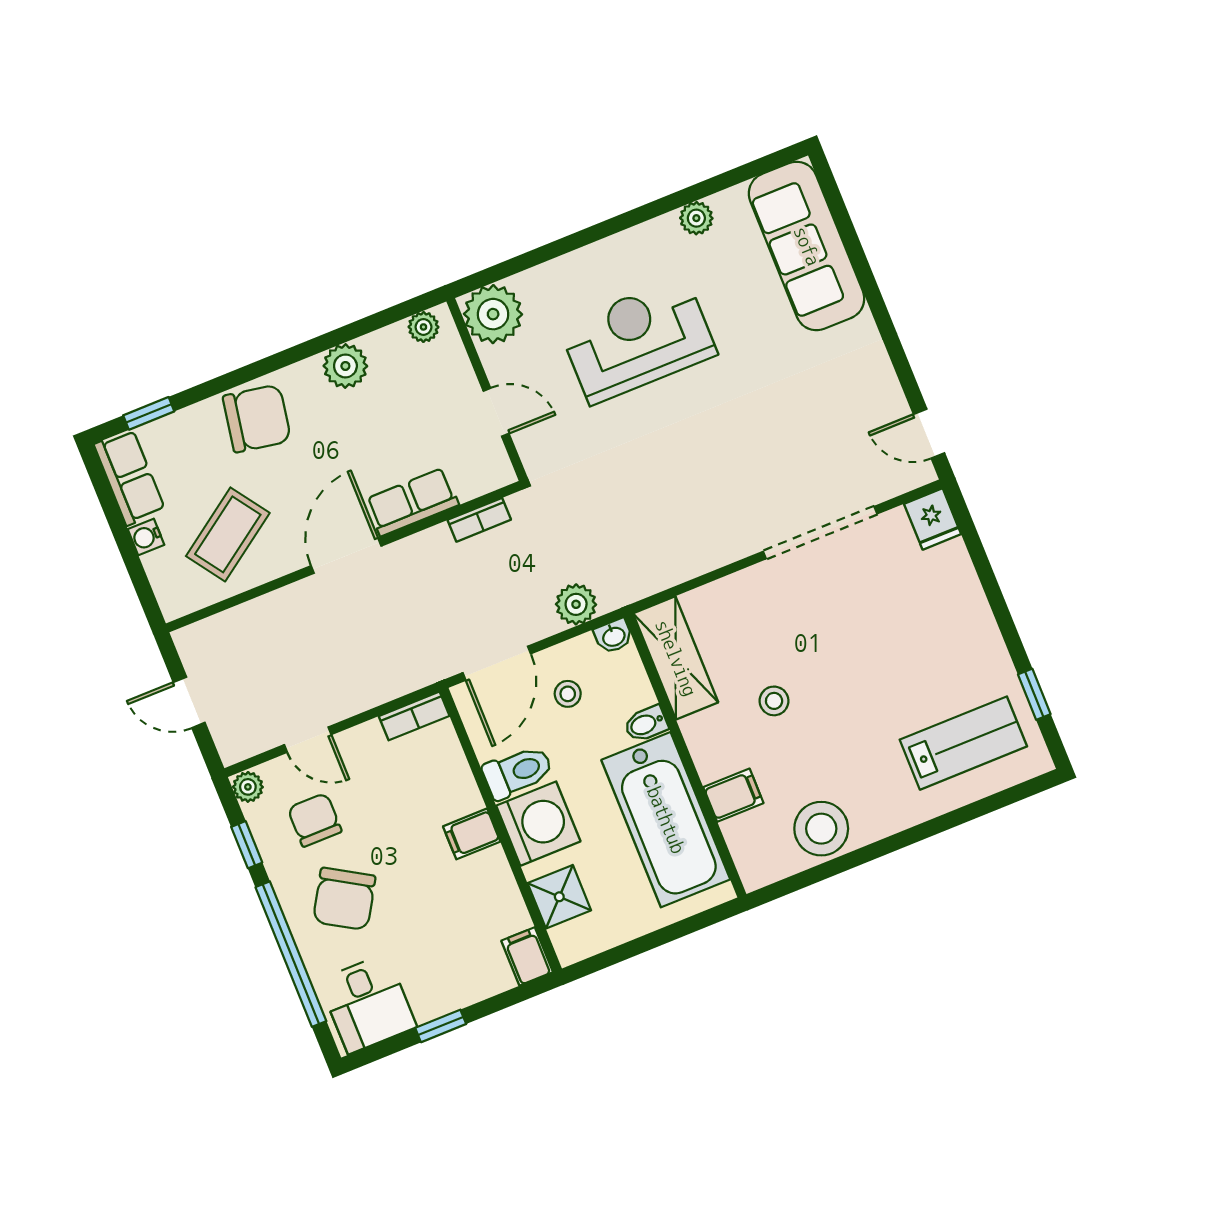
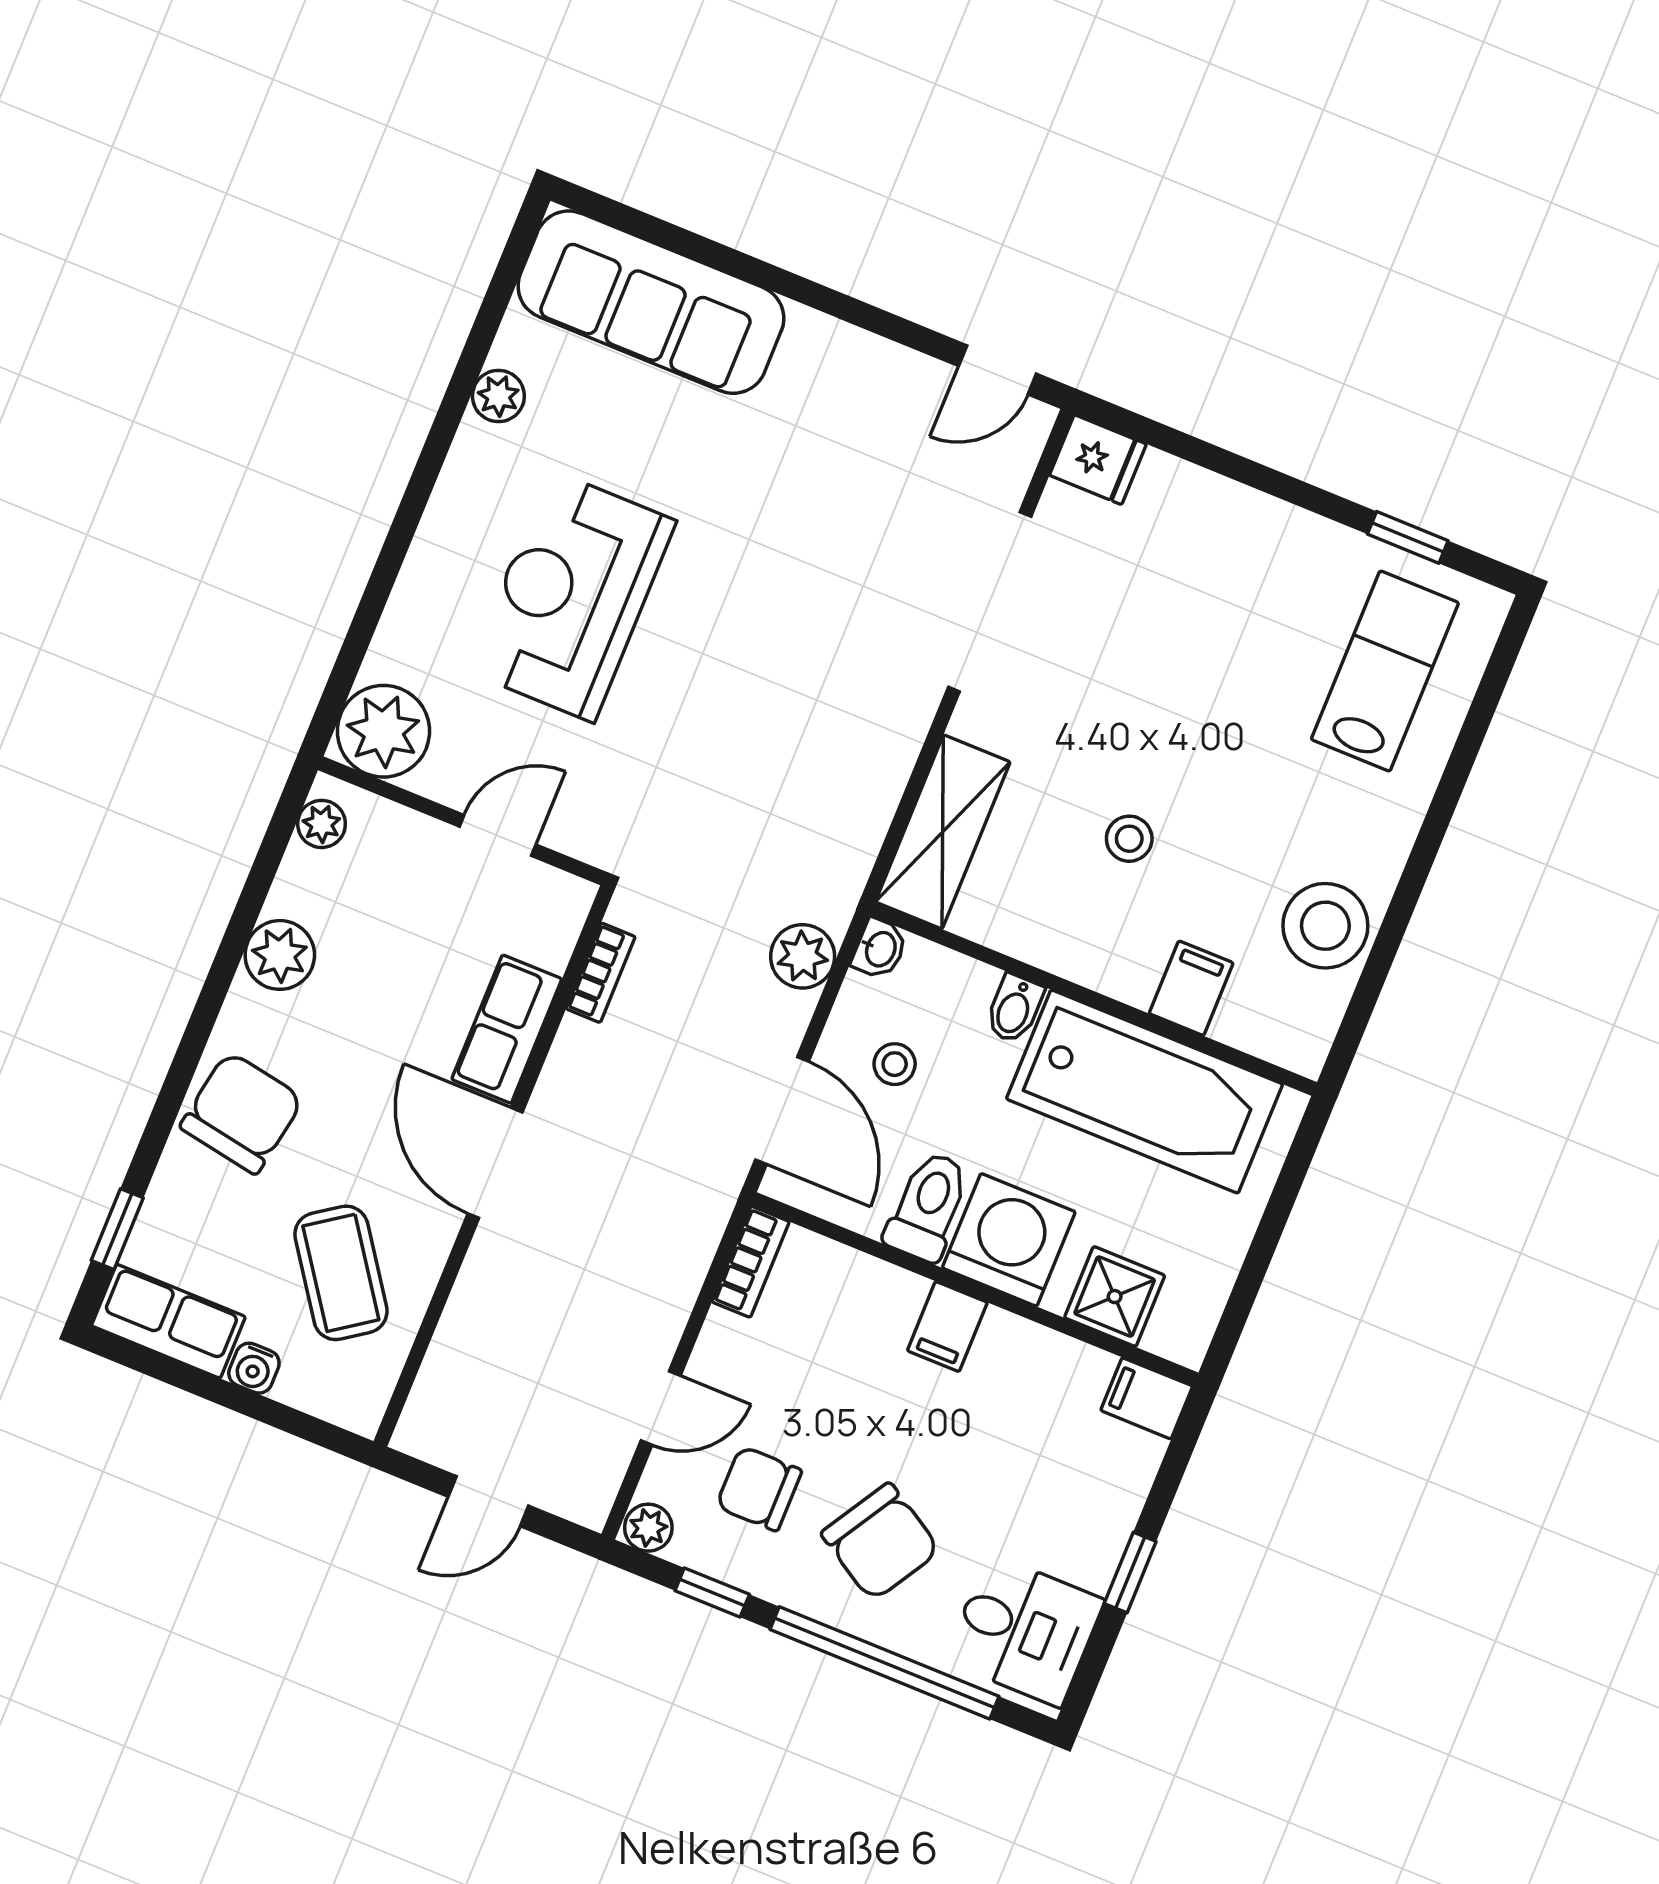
shelving: (676, 658) -> (943, 832), moved, turned 90

